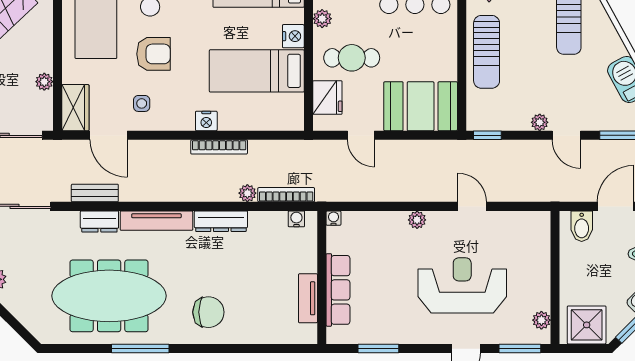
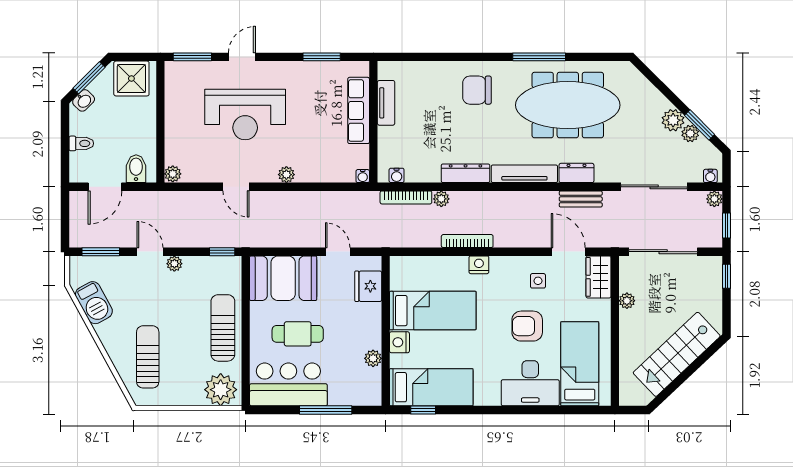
cafe table: (352, 58) -> (298, 334), moved
plant: (541, 320) -> (173, 174), moved

